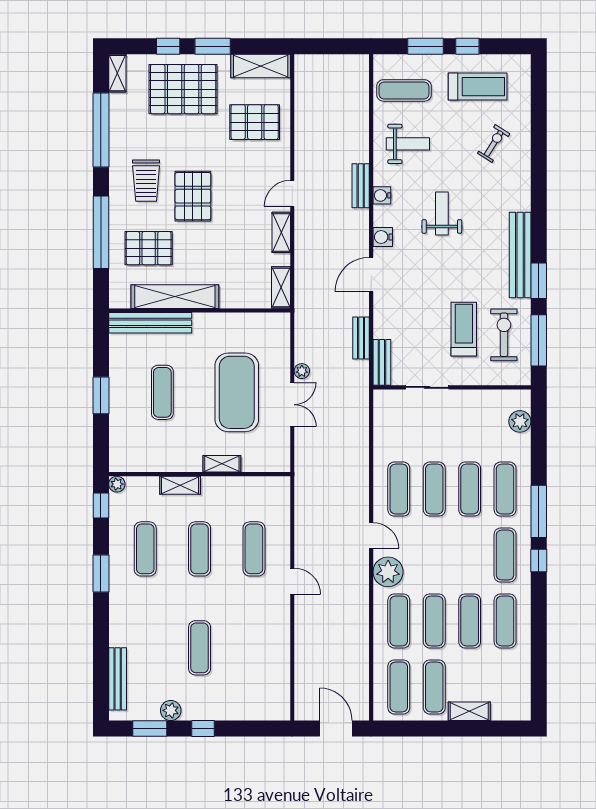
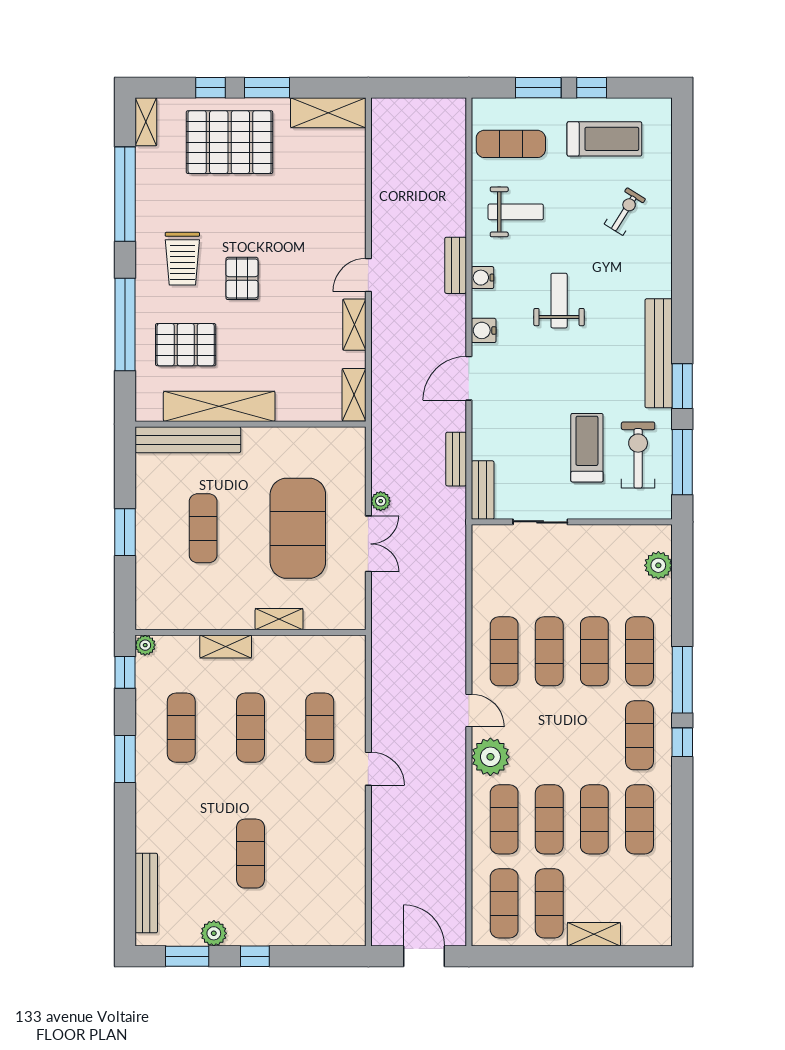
pallet: (255, 122) -> (321, 184), removed
pallet: (193, 196) -> (242, 278), width x0.67, depth x0.71

